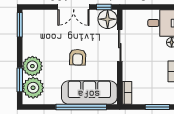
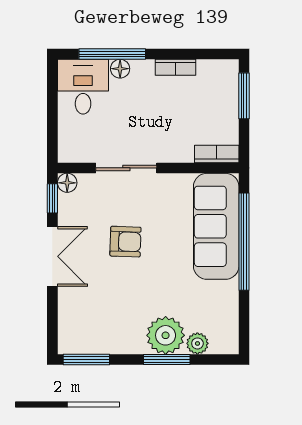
floor lamp: (108, 19) -> (67, 183), width x0.53, depth x0.53
armchair: (78, 57) -> (125, 242), moved
window: (20, 80) -> (167, 359), moved
plant: (33, 88) -> (197, 343), width x0.53, depth x0.53

